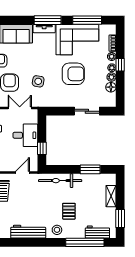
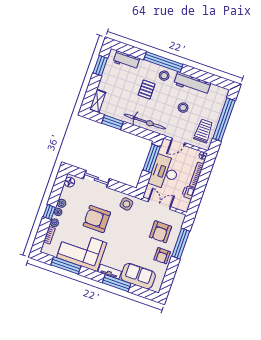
window: (48, 20) -> (117, 283), moved
side table: (38, 81) -> (126, 204), moved
floor lamp: (111, 87) -> (70, 182), moved
double door: (20, 108) -> (159, 204), swing flipped
desk: (25, 135) -> (164, 172), width x1.37
window: (42, 148) -> (152, 158), width x2.17
shelving: (111, 196) -> (98, 101), moved
stool: (29, 206) -> (183, 108), added
window: (85, 242) -> (163, 62), moved

